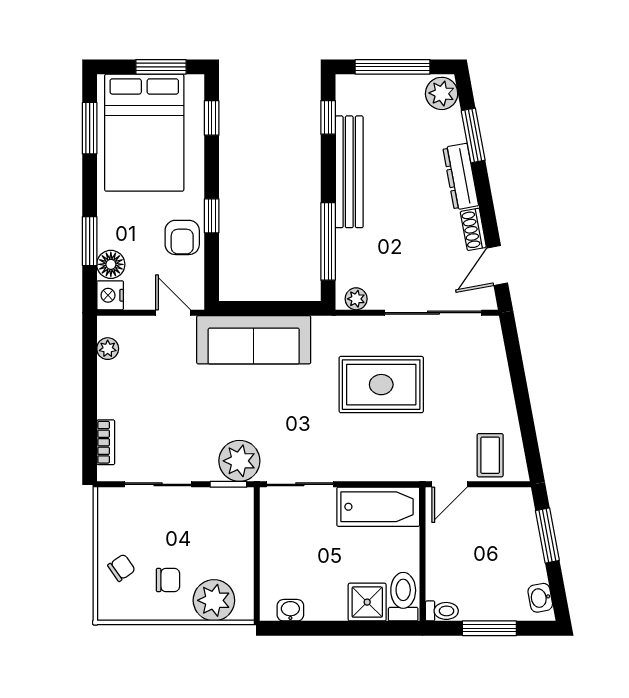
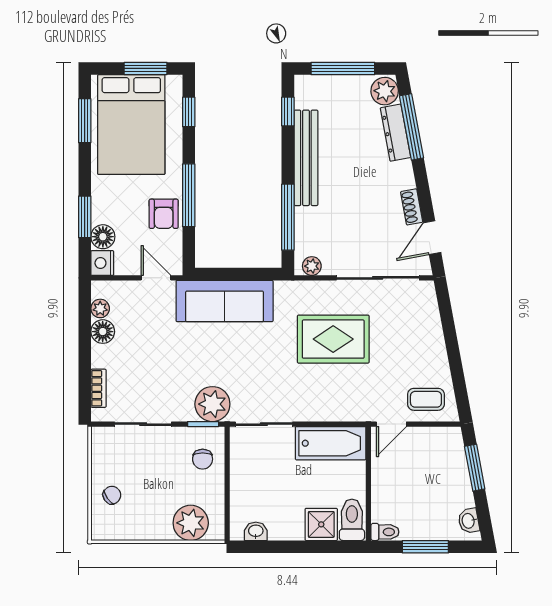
window: (473, 135) -> (412, 127), width x1.44
dresser: (461, 177) -> (396, 133), moved
window: (212, 216) -> (189, 195), width x2.17
floor lamp: (111, 376) -> (103, 332), added
coffee table: (490, 455) -> (426, 399), turned 90
chair: (168, 580) -> (203, 459), moved, turned 90

